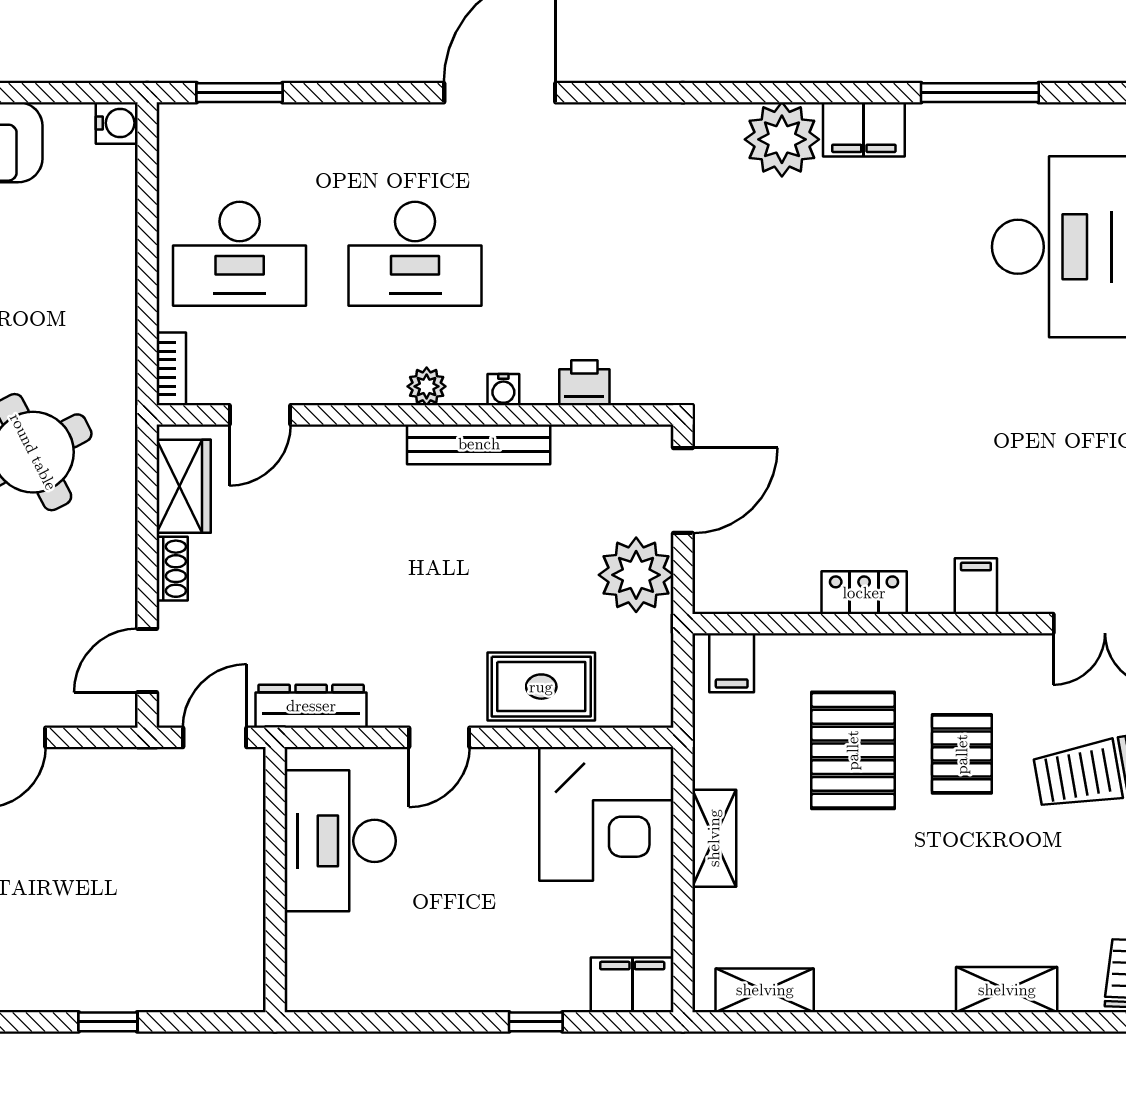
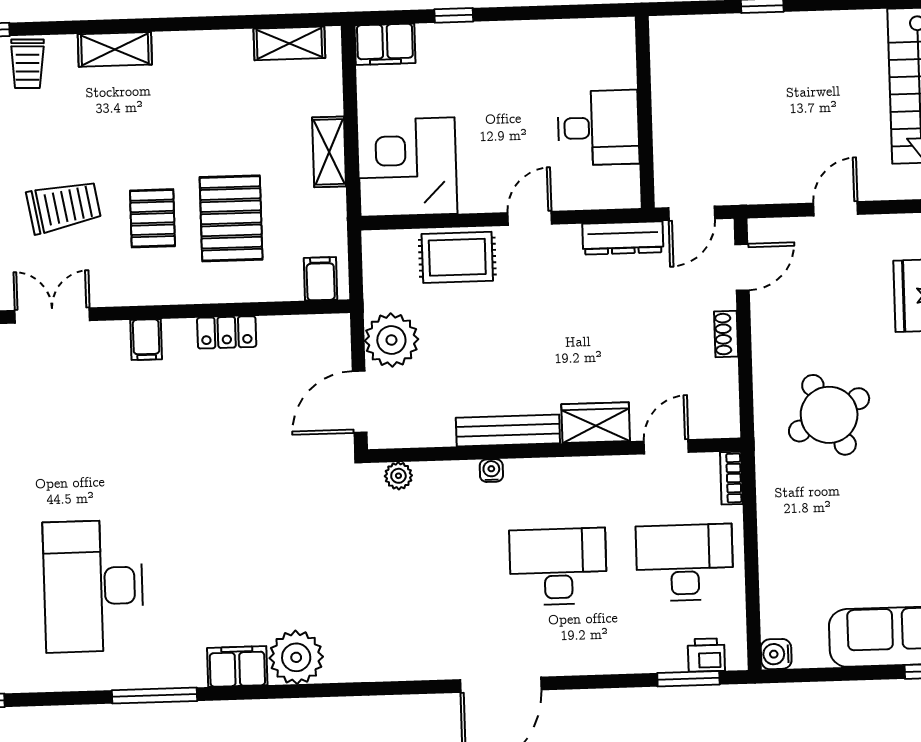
printer: (584, 383) -> (706, 655), moved, turned 180
plant: (427, 386) -> (398, 476), moved
wardrobe: (184, 486) -> (596, 423), moved, turned 90
desk: (340, 841) -> (598, 128), width x0.73

